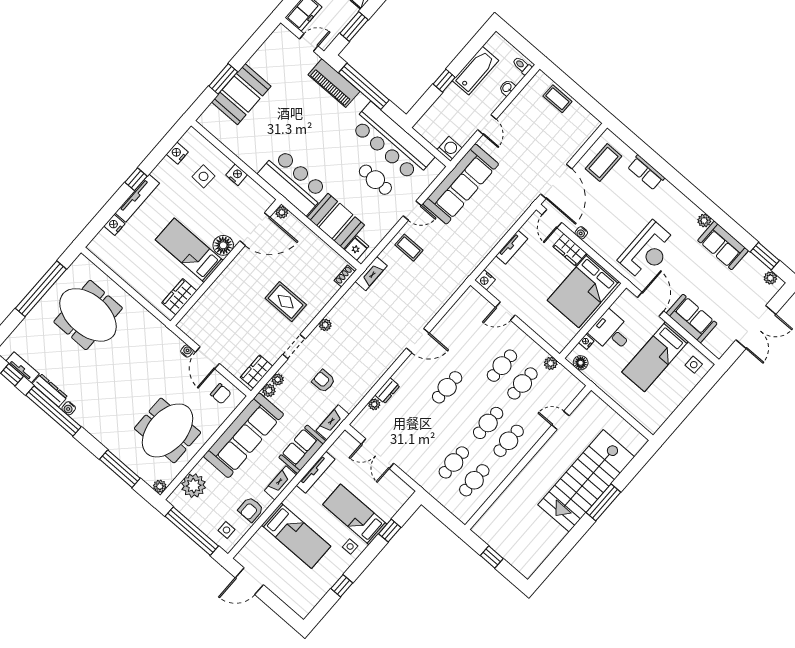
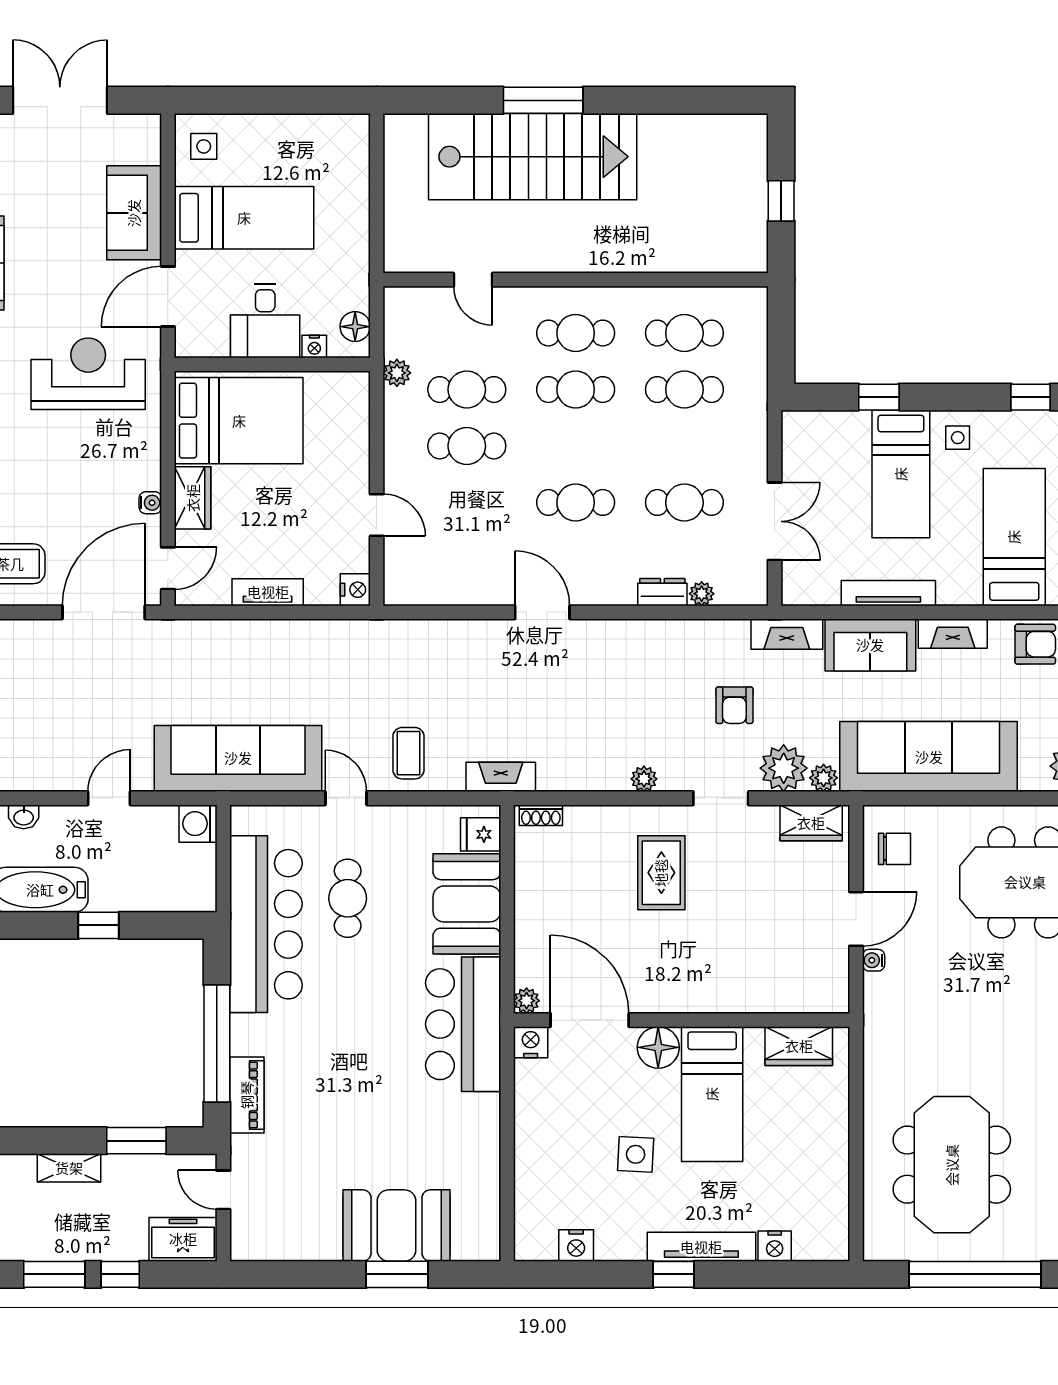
piano: (334, 83) -> (247, 1095), width x0.73, depth x0.75
nightstand: (237, 175) -> (531, 1042), moved, turned 90
side table: (204, 176) -> (636, 1154), moved
plant: (278, 379) -> (784, 768), width x1.88, depth x1.88
chair: (221, 394) -> (895, 849), turned 90
cafe table: (413, 427) -> (684, 502), added

